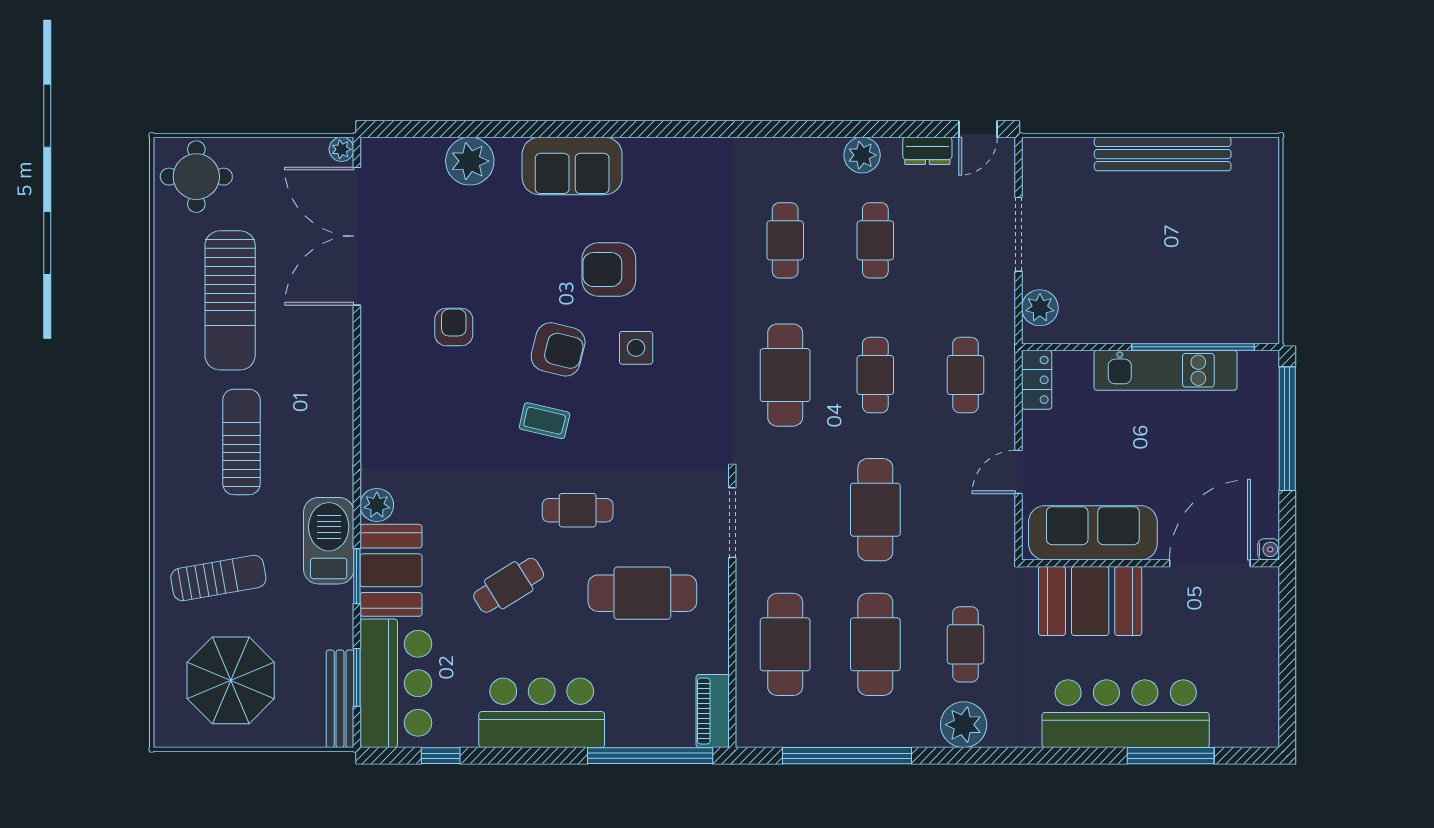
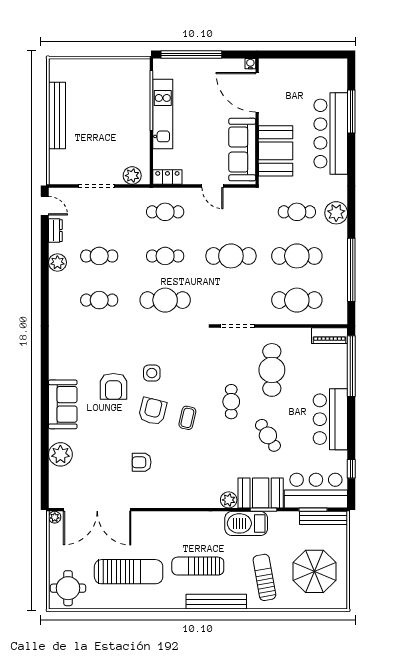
bench: (169, 479) -> (216, 602), added

